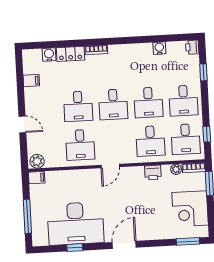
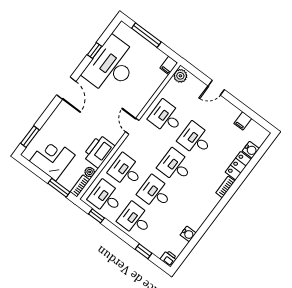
printer: (153, 173) -> (99, 151), width x1.87, depth x1.48

